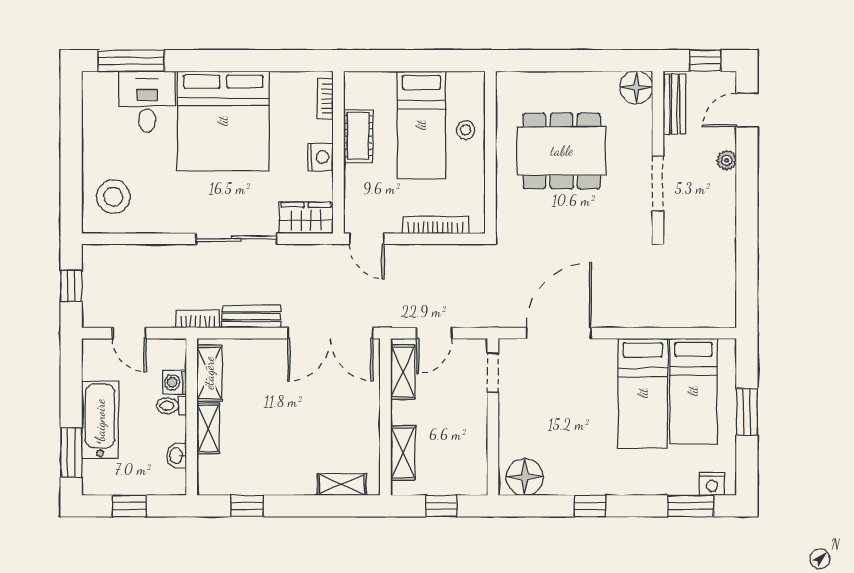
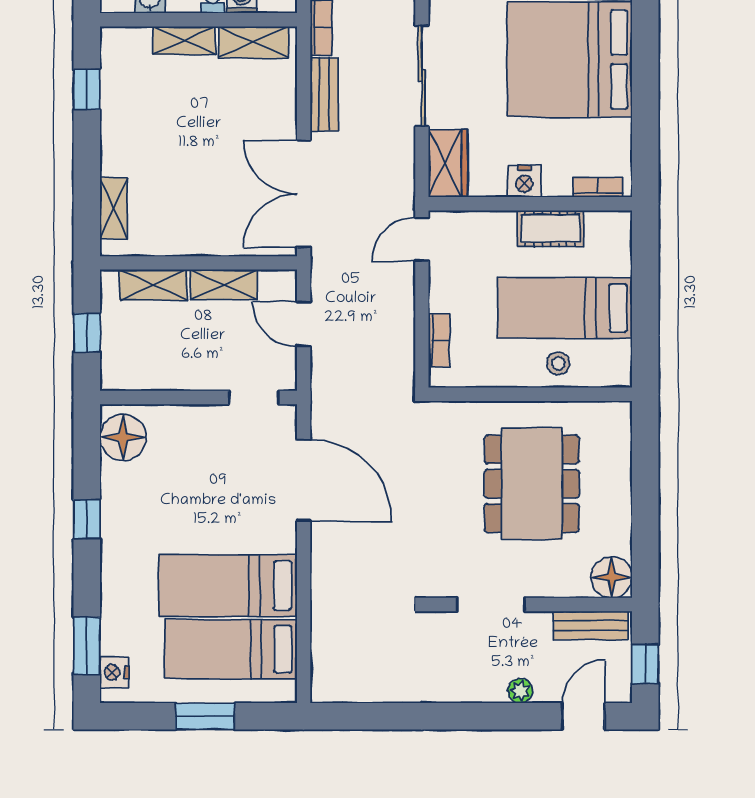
door: (747, 110) -> (583, 716), hinge flipped
bookcase: (436, 225) -> (439, 341), width x0.64
shelving: (403, 372) -> (224, 285), moved

